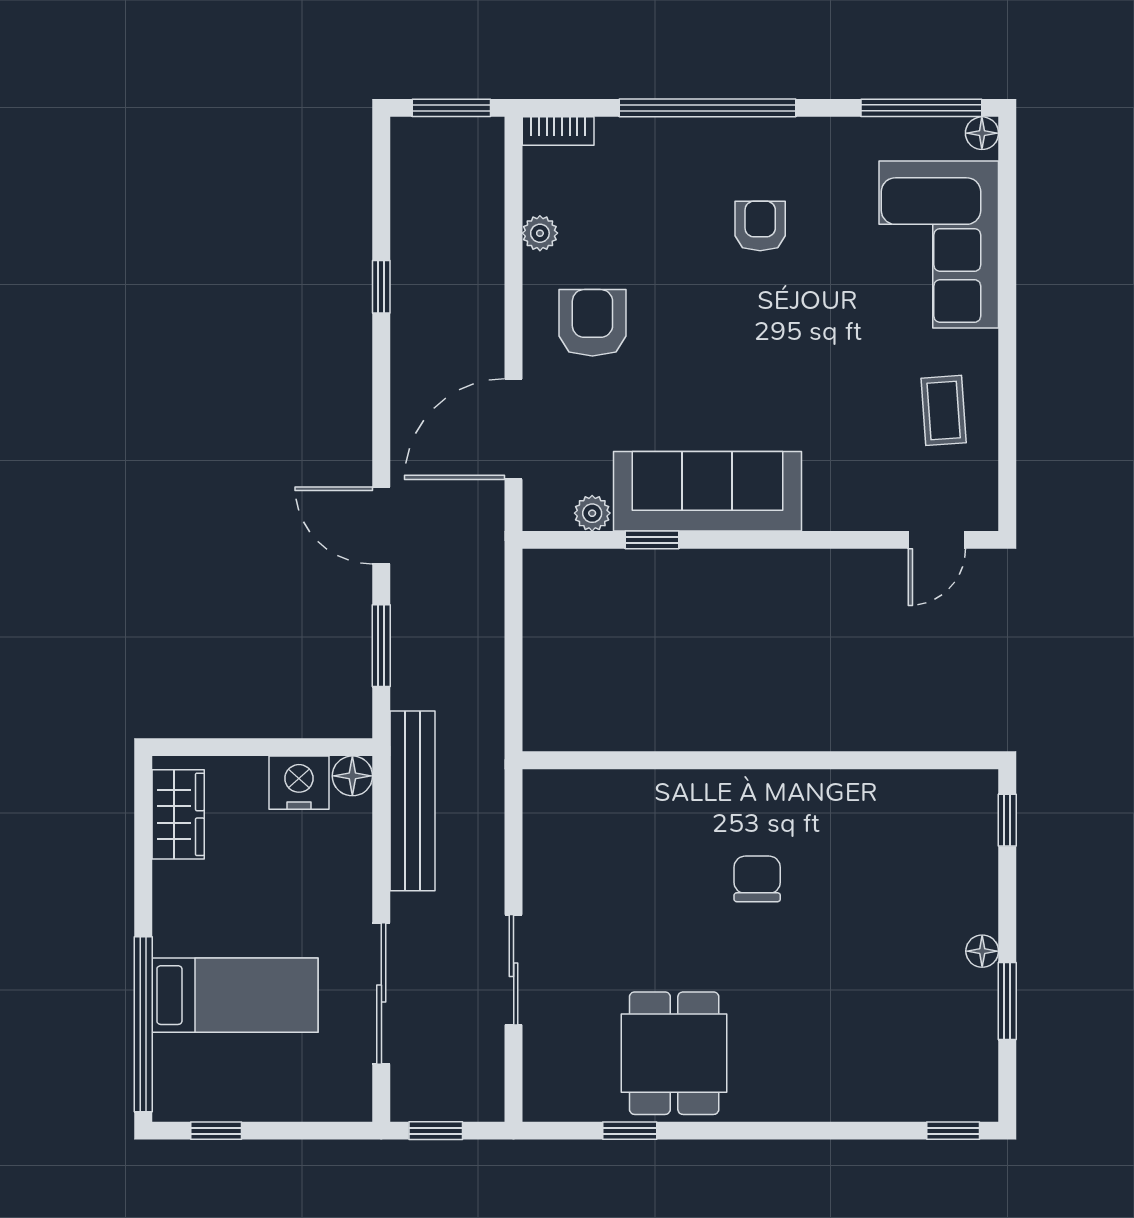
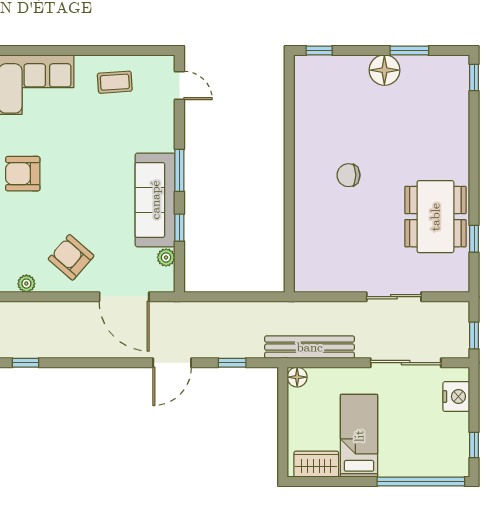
armchair: (760, 226) -> (23, 174), width x1.38, depth x1.38
window: (381, 287) -> (26, 363), moved
armchair: (592, 323) -> (71, 257), turned 41
window: (767, 540) -> (179, 170), added
window: (381, 646) -> (232, 363), width x0.67
nightstand: (299, 783) -> (456, 397), moved, turned 180
floor lamp: (982, 951) -> (384, 70), width x1.89, depth x1.89
bed: (235, 995) -> (359, 436), moved
dining table: (674, 1053) -> (435, 217), width x1.37

